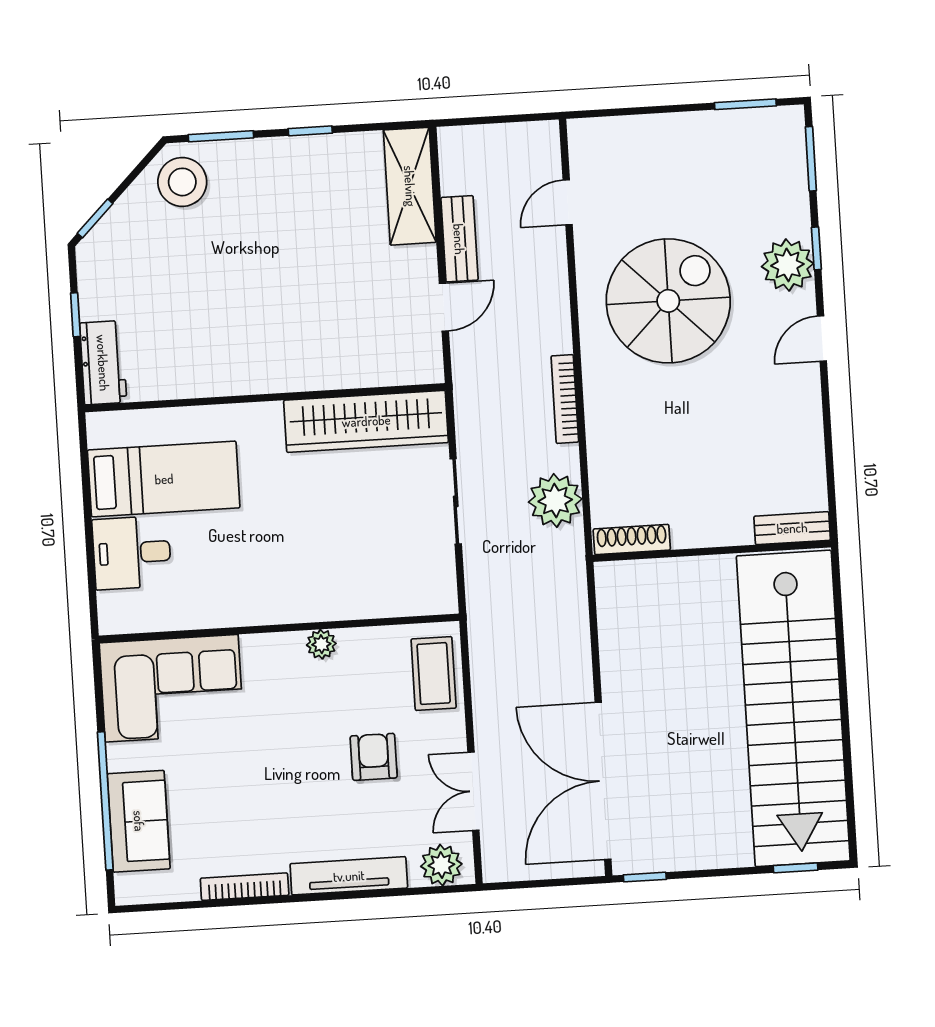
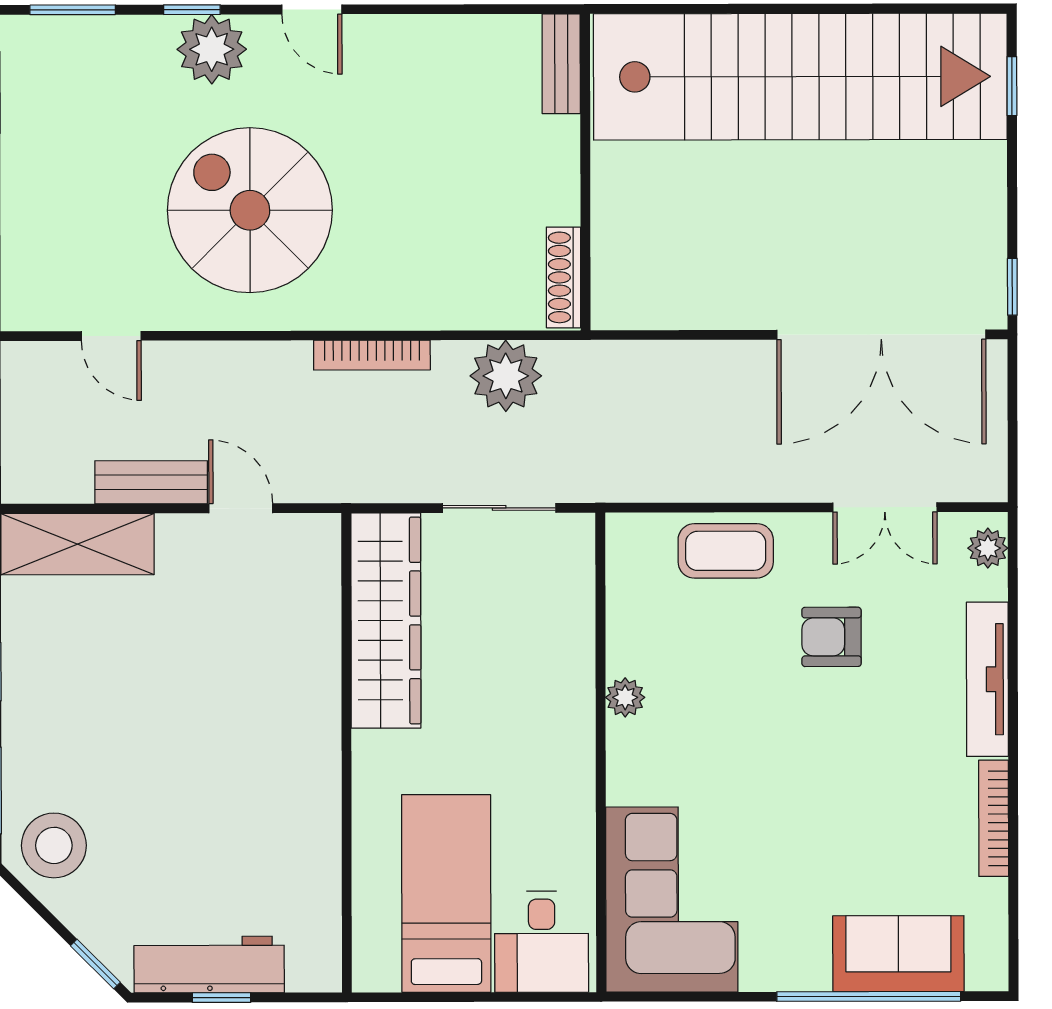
workbench: (103, 363) -> (209, 965), moved, width x1.37
wall: (279, 628) -> (601, 752), moved
plant: (321, 644) -> (625, 697), moved
corner sofa: (172, 688) -> (672, 899), moved
plant: (441, 865) -> (988, 548), width x0.73, depth x0.73

